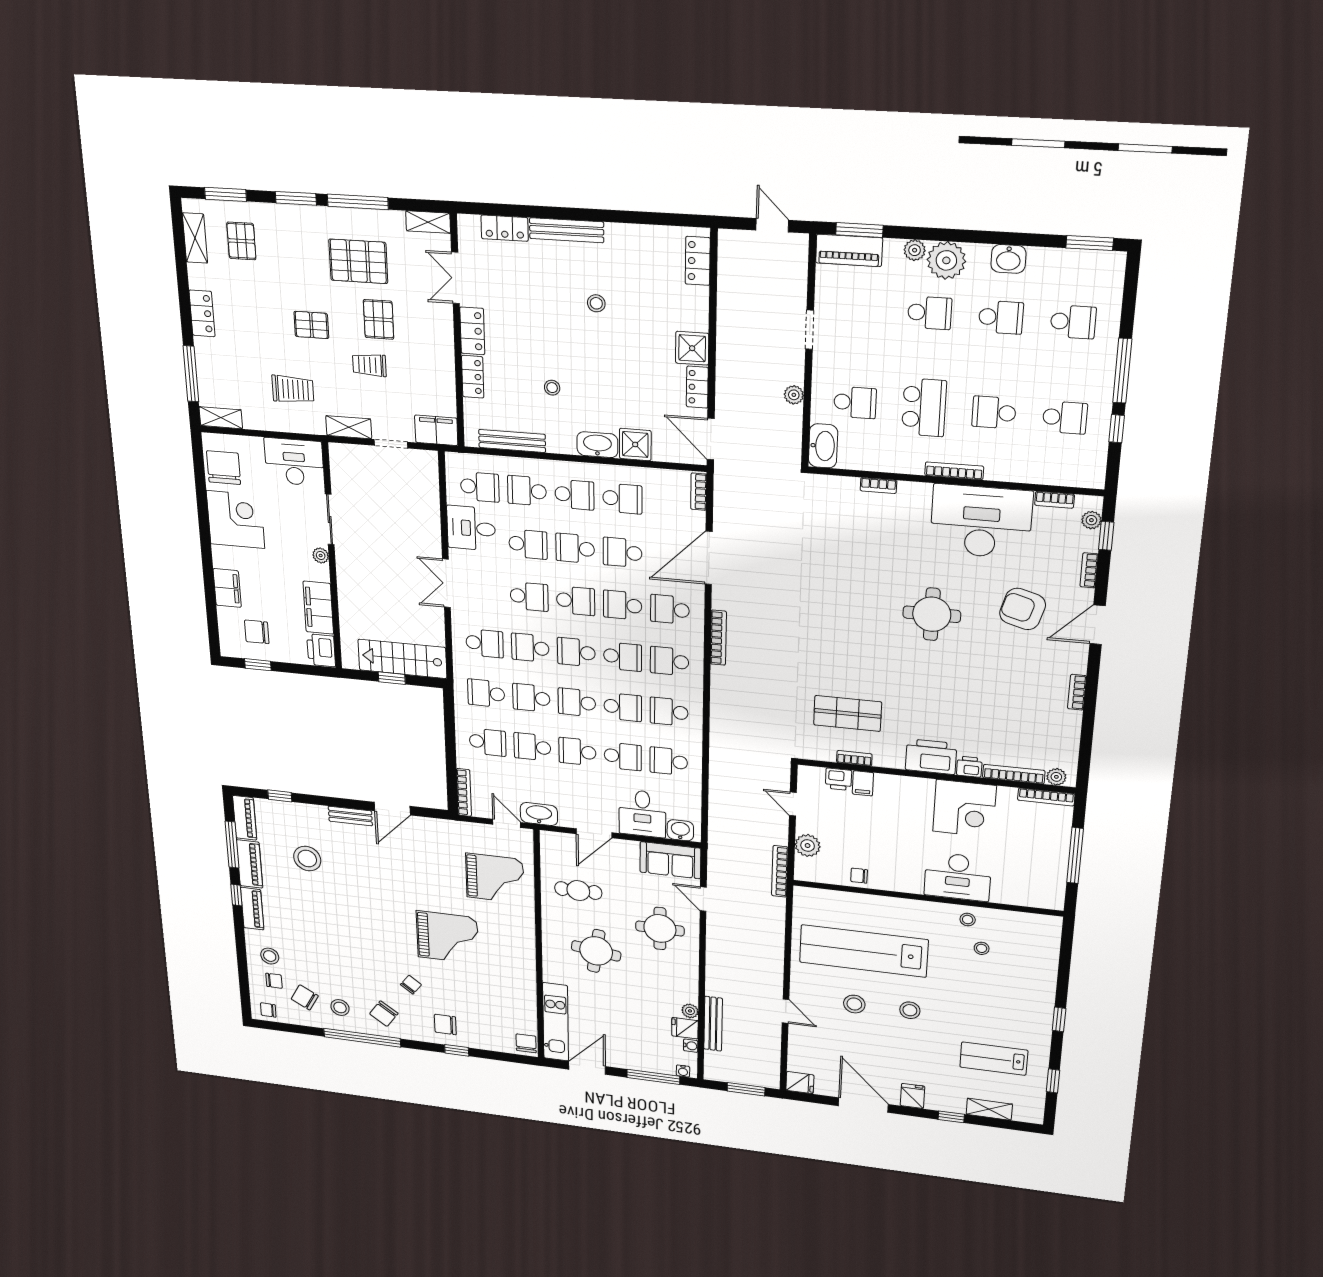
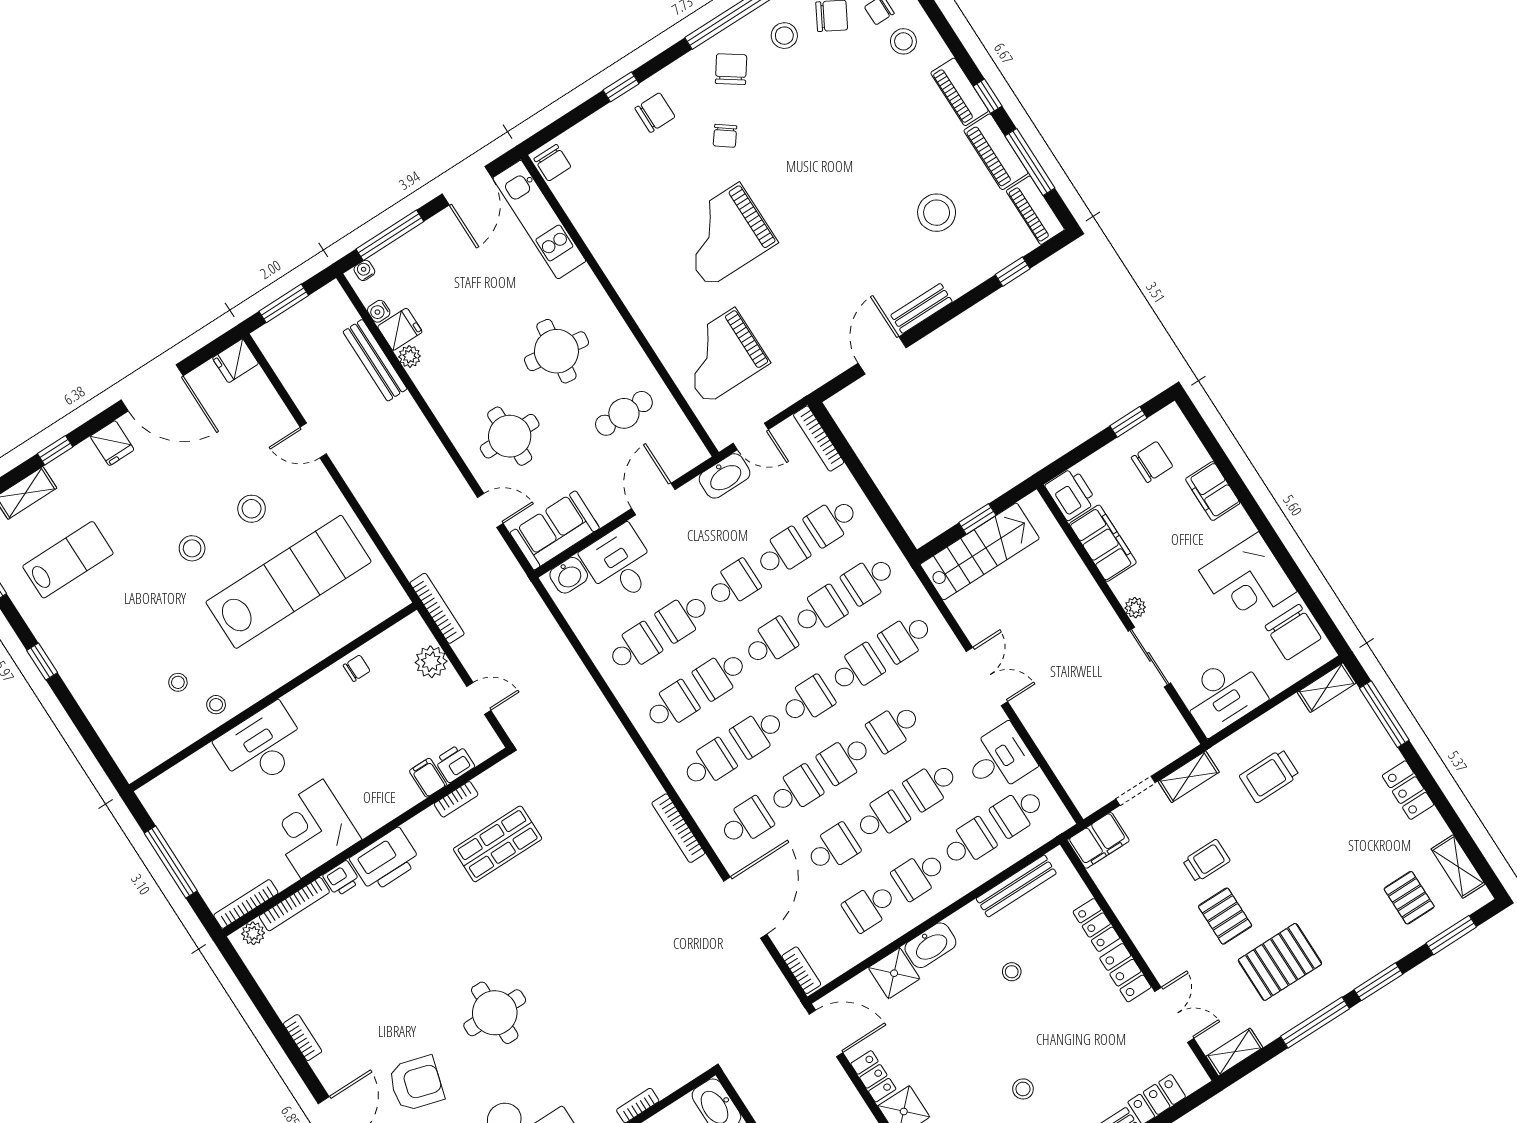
pallet: (311, 325) -> (1289, 860), removed
school desk: (486, 693) -> (869, 579), turned 180

